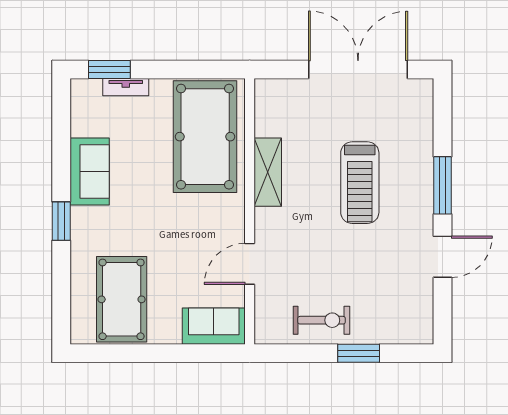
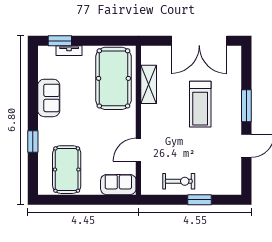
double door: (358, 70) -> (199, 41), swing flipped
shelving: (268, 172) -> (149, 84), moved
window: (61, 221) -> (33, 142), moved

